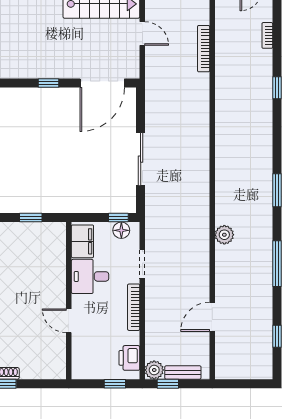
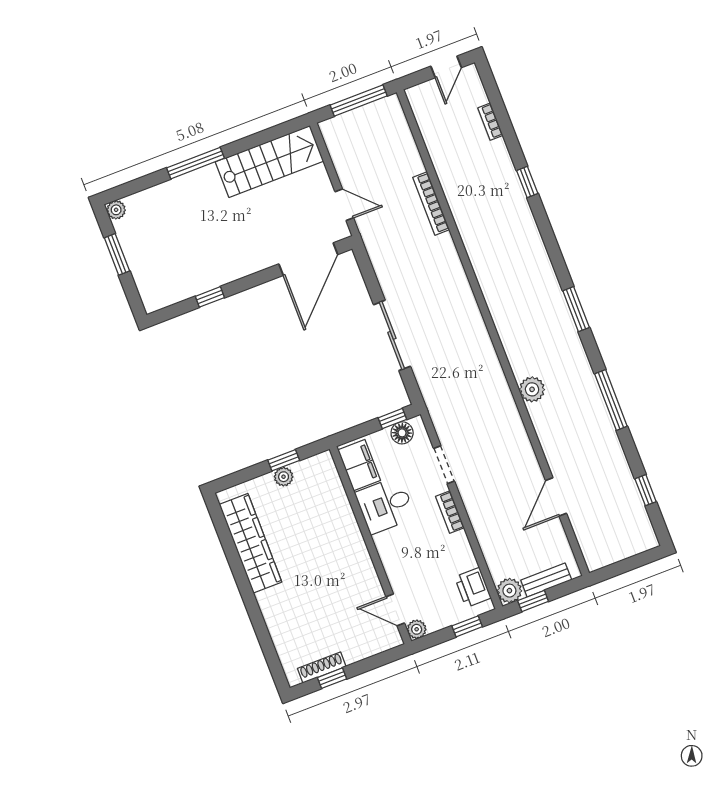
door: (142, 33) -> (344, 205), moved
bookcase: (204, 49) -> (431, 203), moved
window: (48, 83) -> (210, 297), moved
plant: (26, 229) -> (284, 477), added
bookcase: (134, 307) -> (450, 512), width x0.64
door: (69, 321) -> (395, 610), moved
plant: (79, 372) -> (417, 629), added

